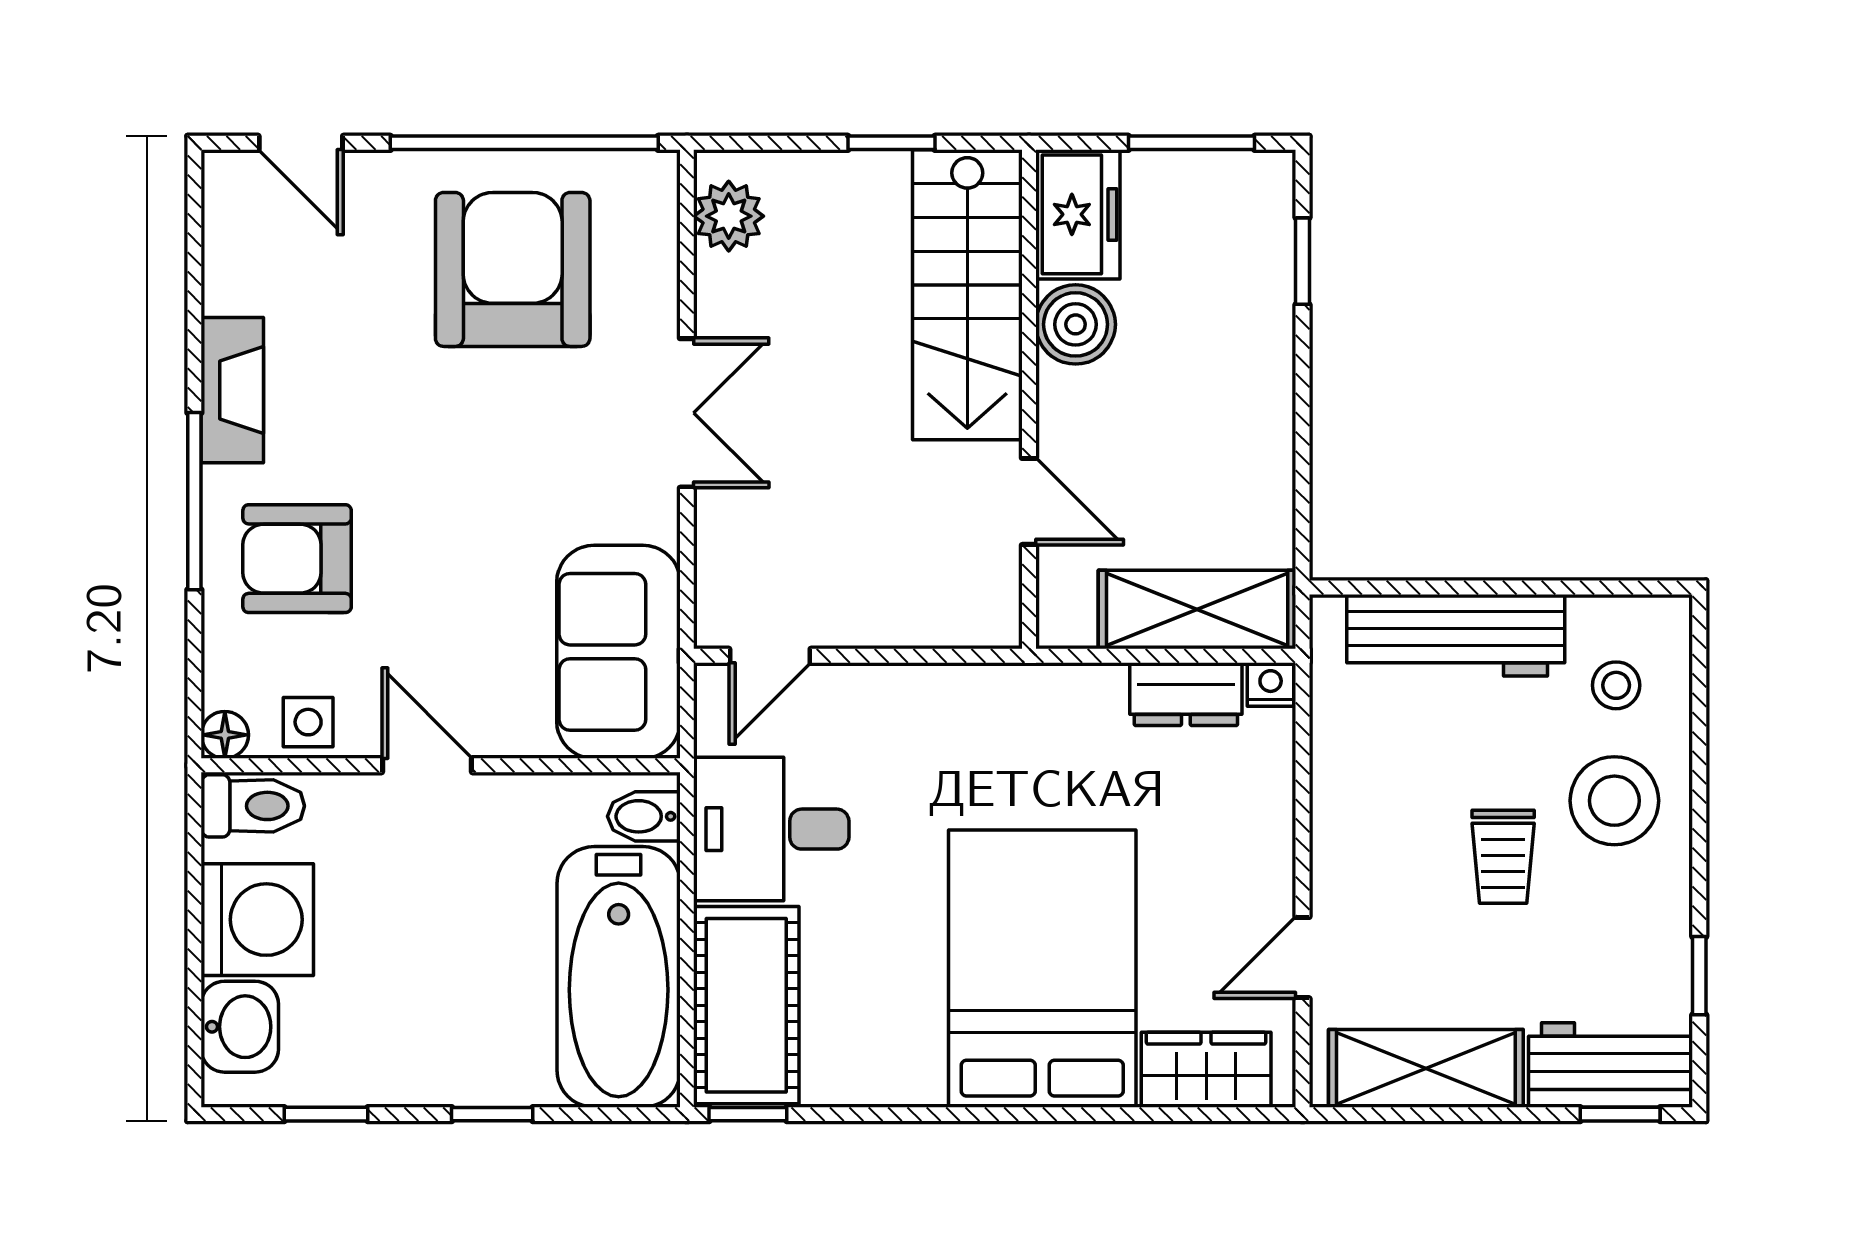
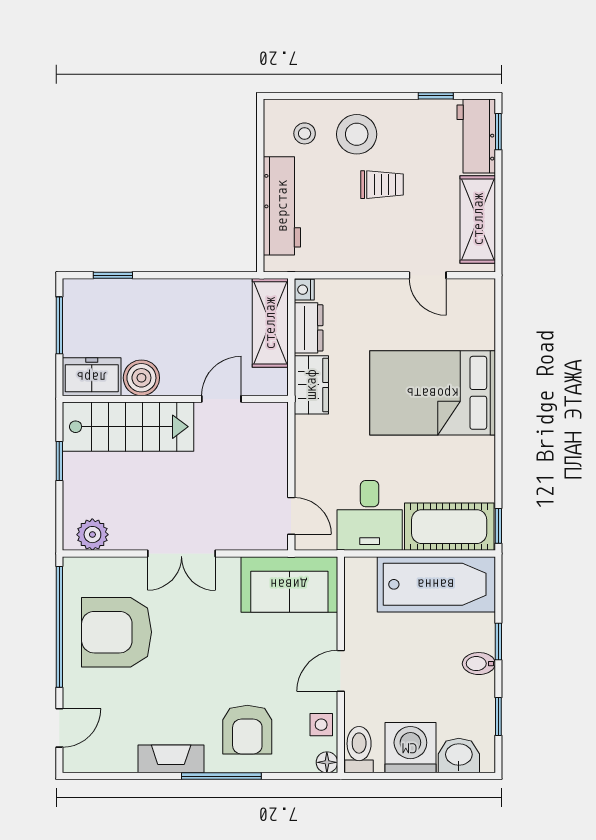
double door: (687, 413) -> (181, 553), swing flipped
bidet: (644, 816) -> (479, 664), moved, turned 90
wardrobe: (1206, 1070) -> (311, 385), moved, turned 180

